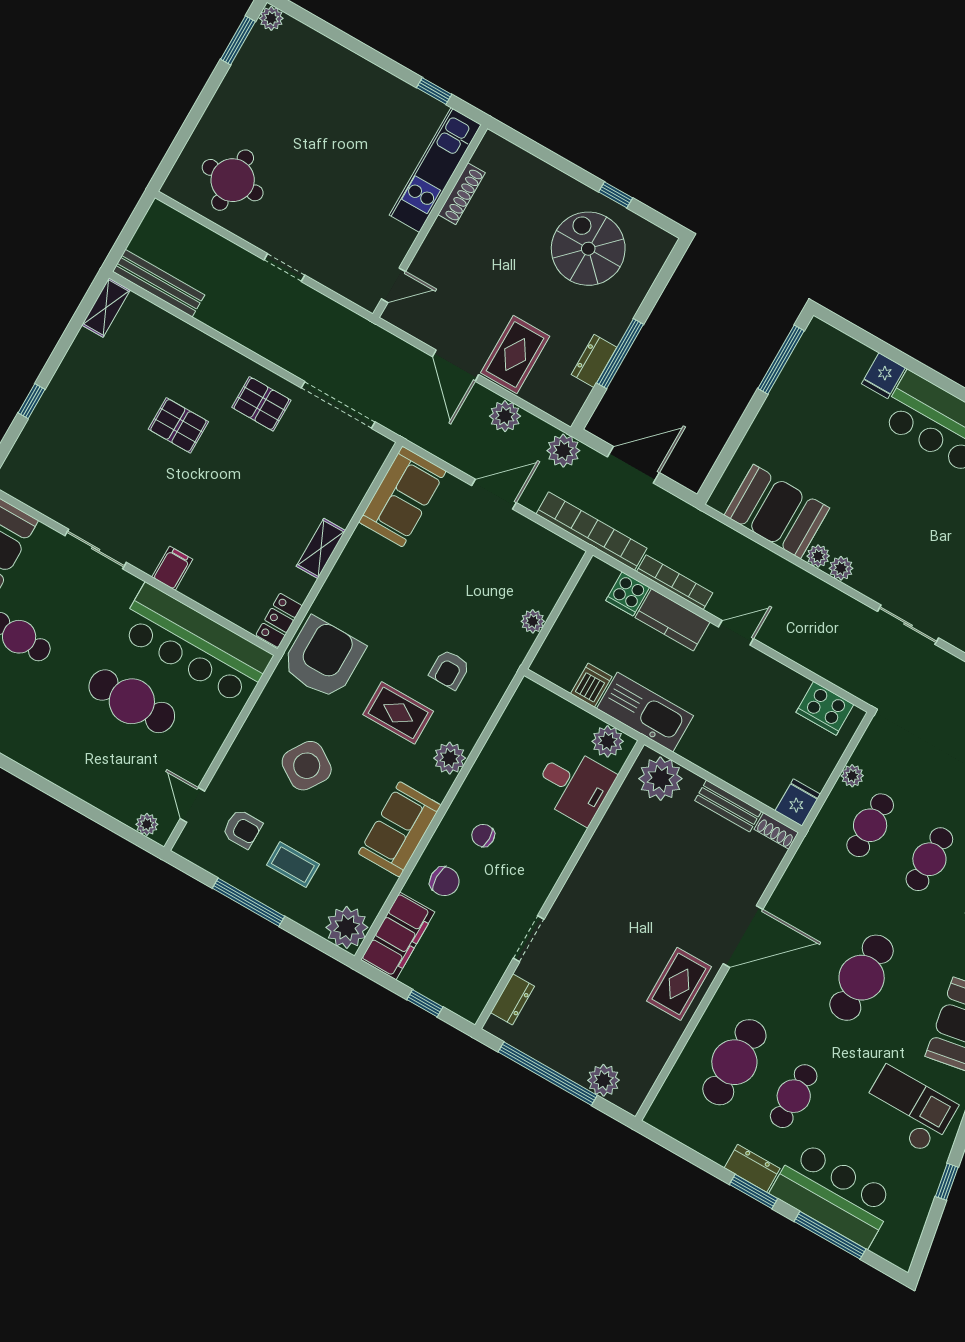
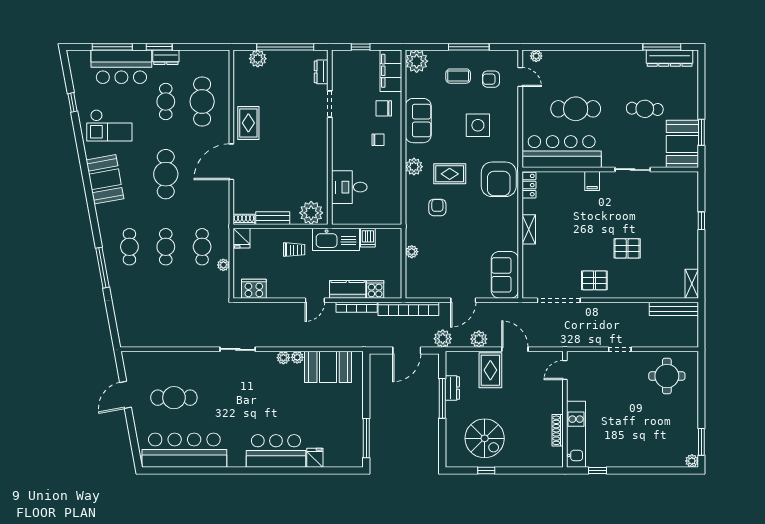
trolley: (723, 735) -> (294, 250), added
plant: (608, 741) -> (345, 216), removed
side table: (307, 766) -> (478, 125), turned -33

